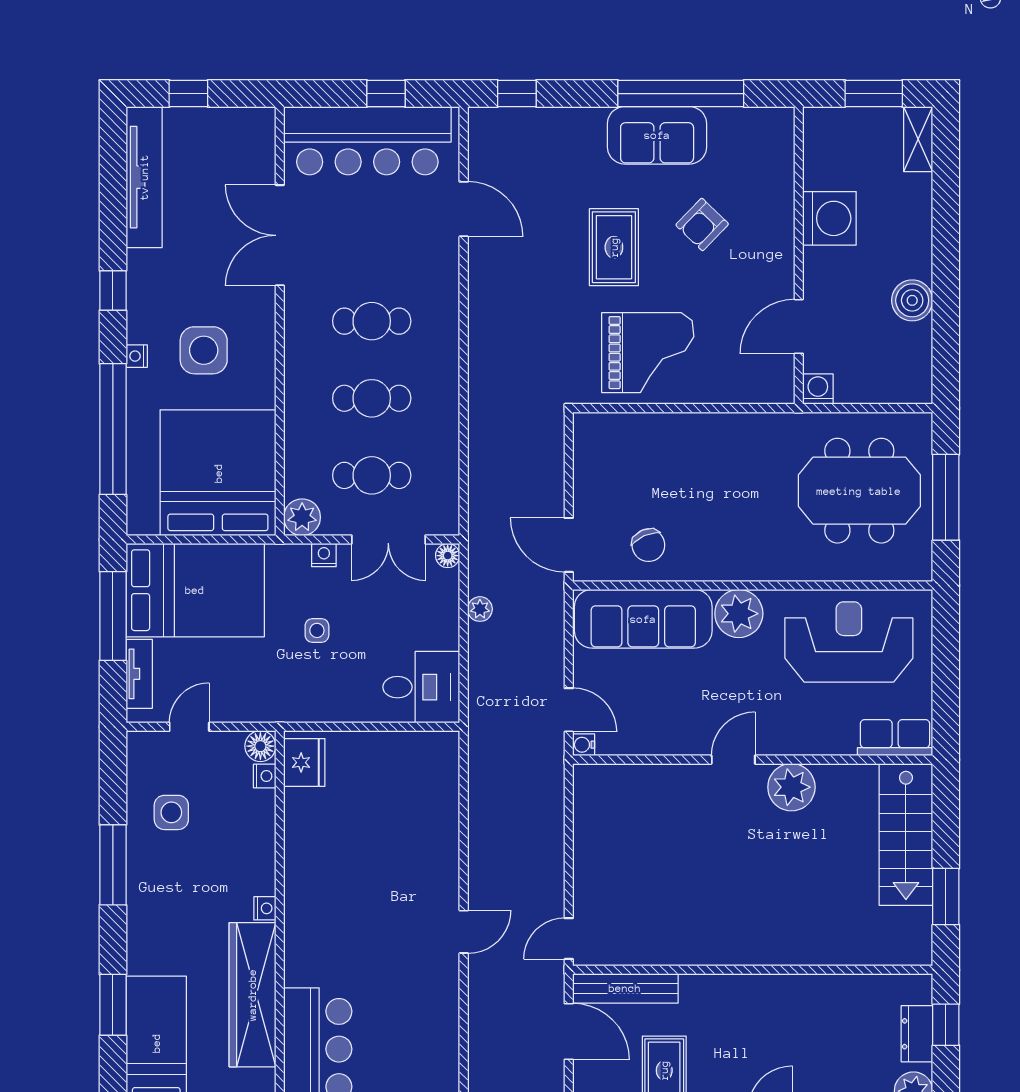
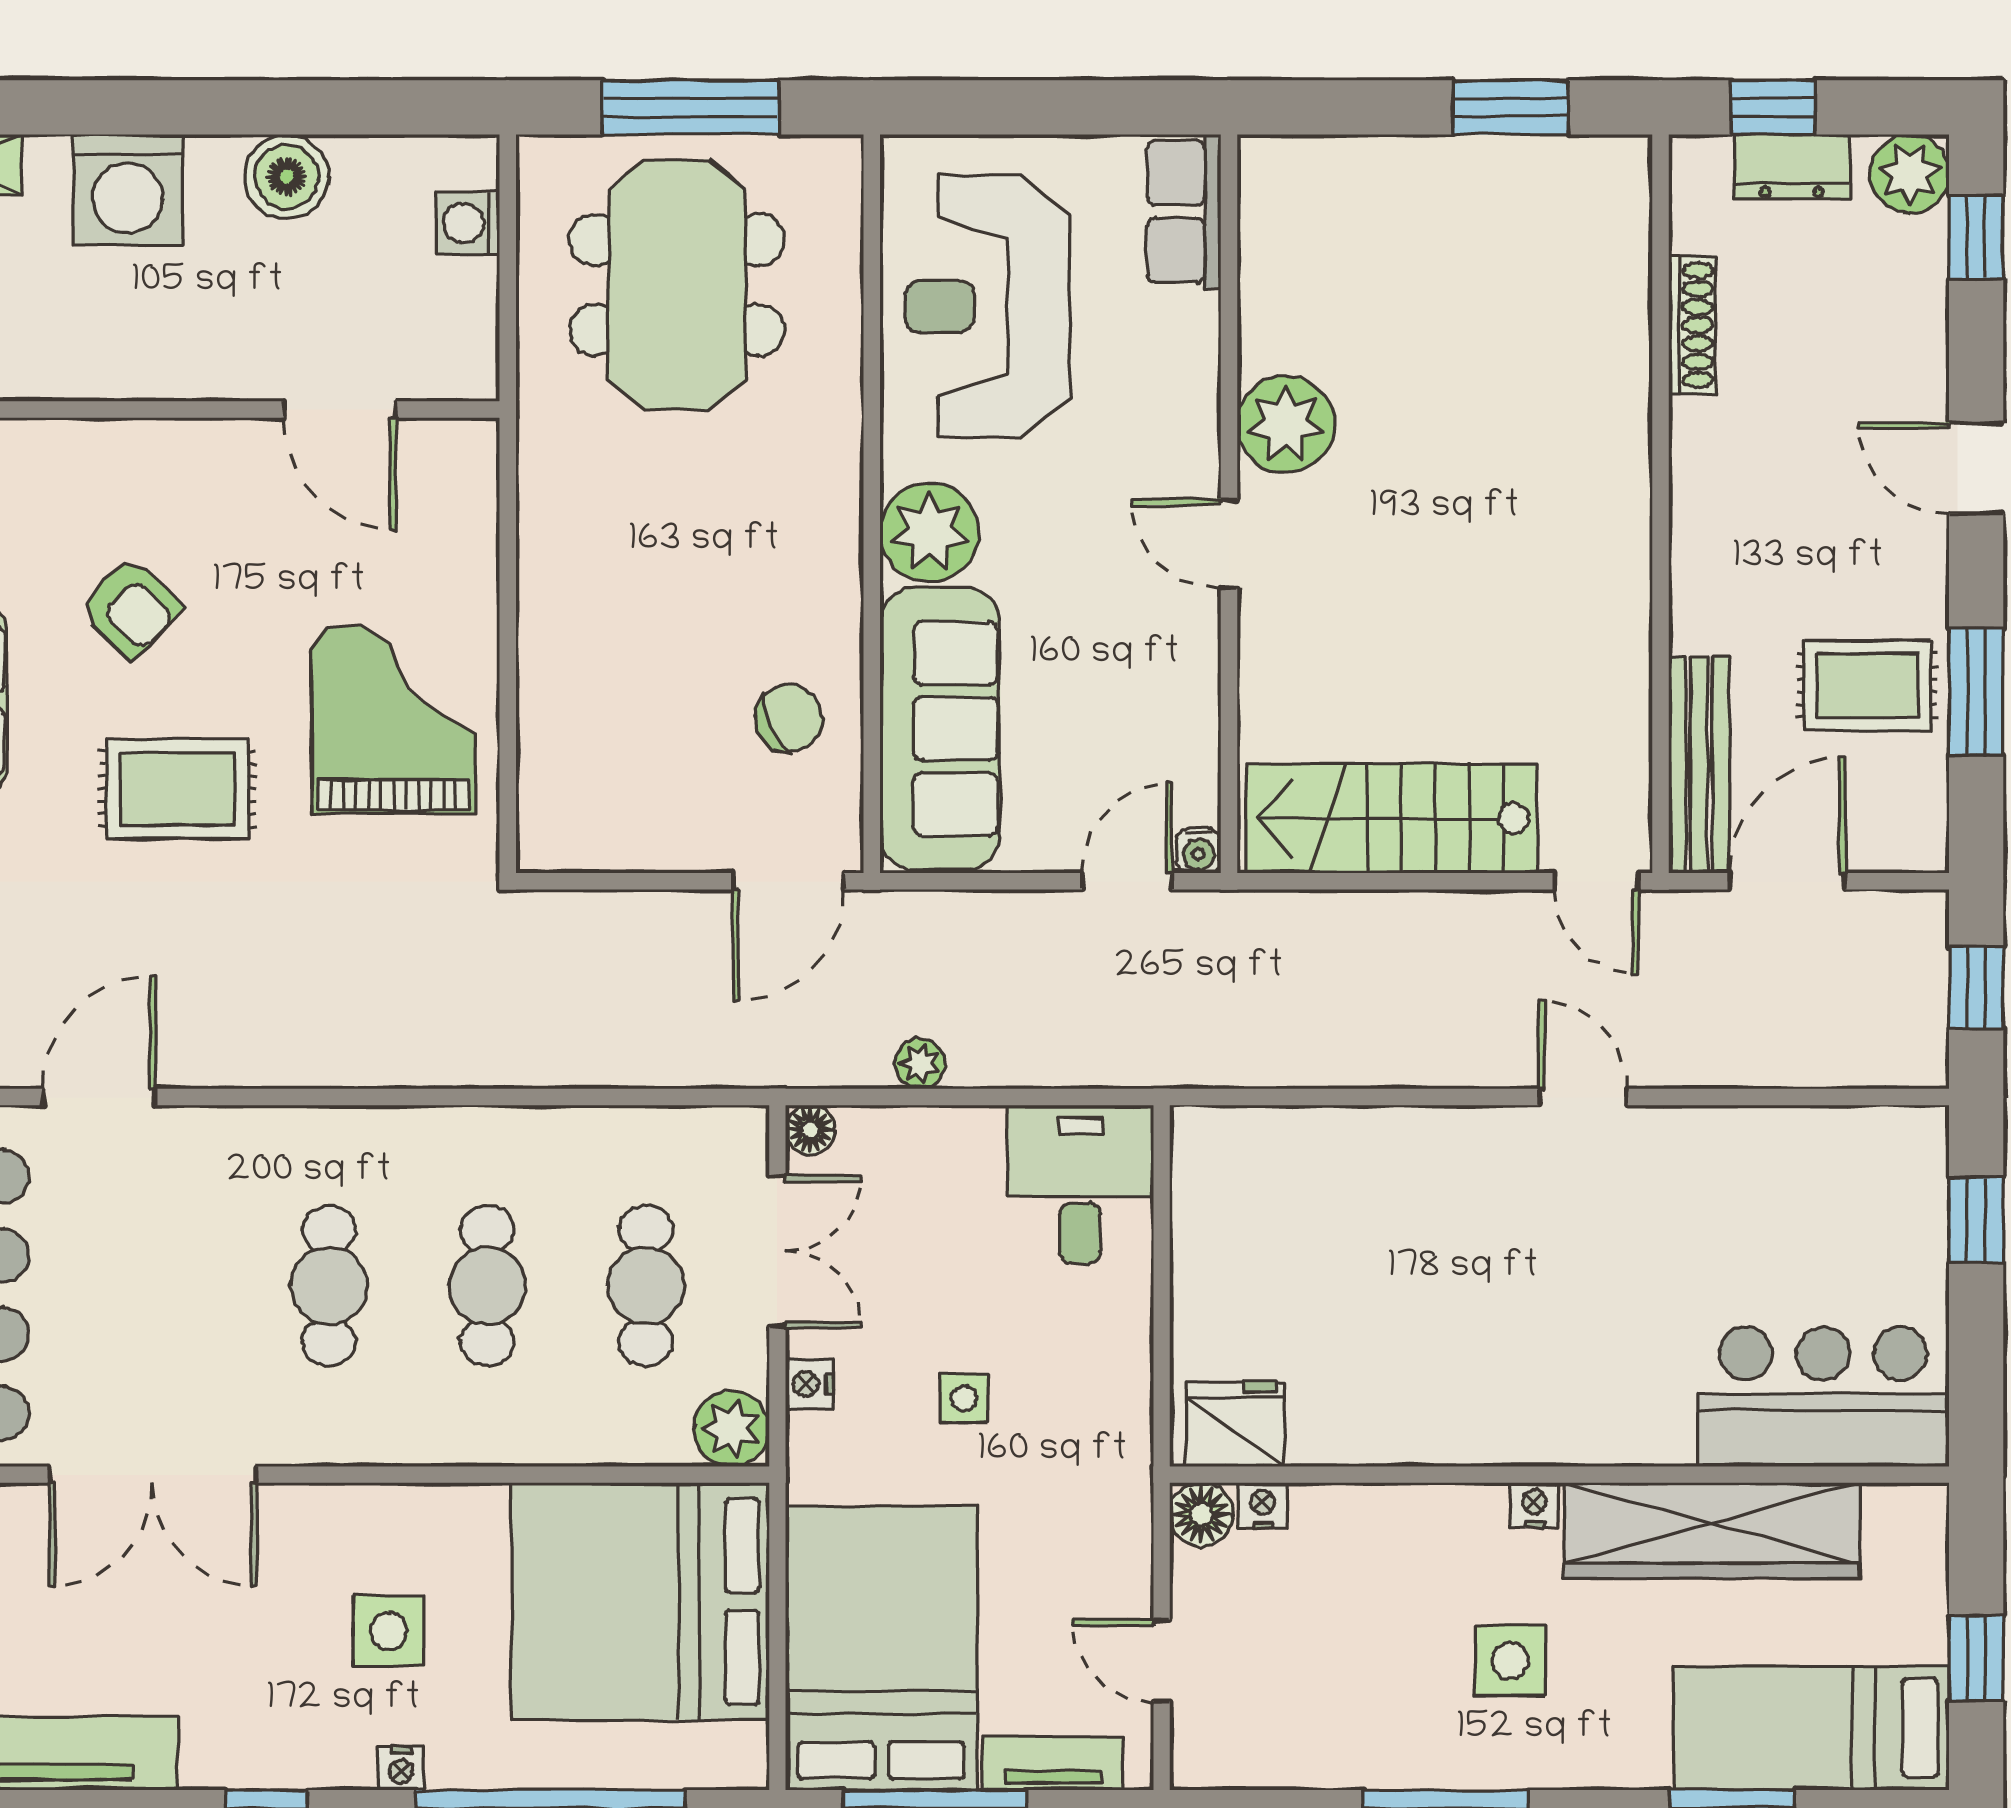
washing machine: (829, 218) -> (128, 189), moved, turned 180
side table: (204, 350) -> (389, 1631), width x0.73, depth x0.73
washing machine: (818, 389) -> (468, 223), moved
side table: (171, 812) -> (1510, 1661), moved
stairs: (906, 834) -> (1391, 818), moved, turned 180
shoe rack: (840, 985) -> (1692, 325), added

